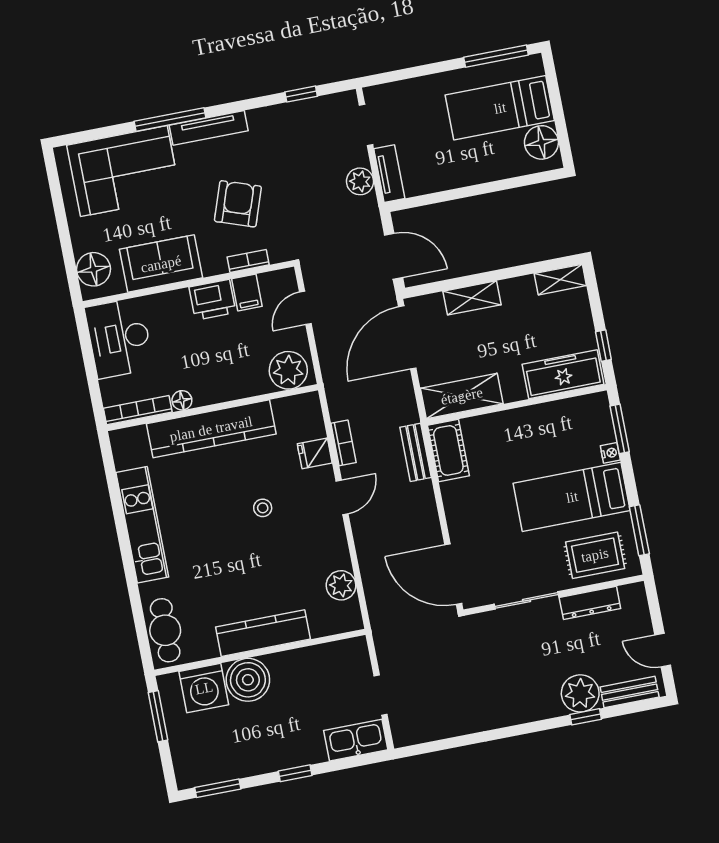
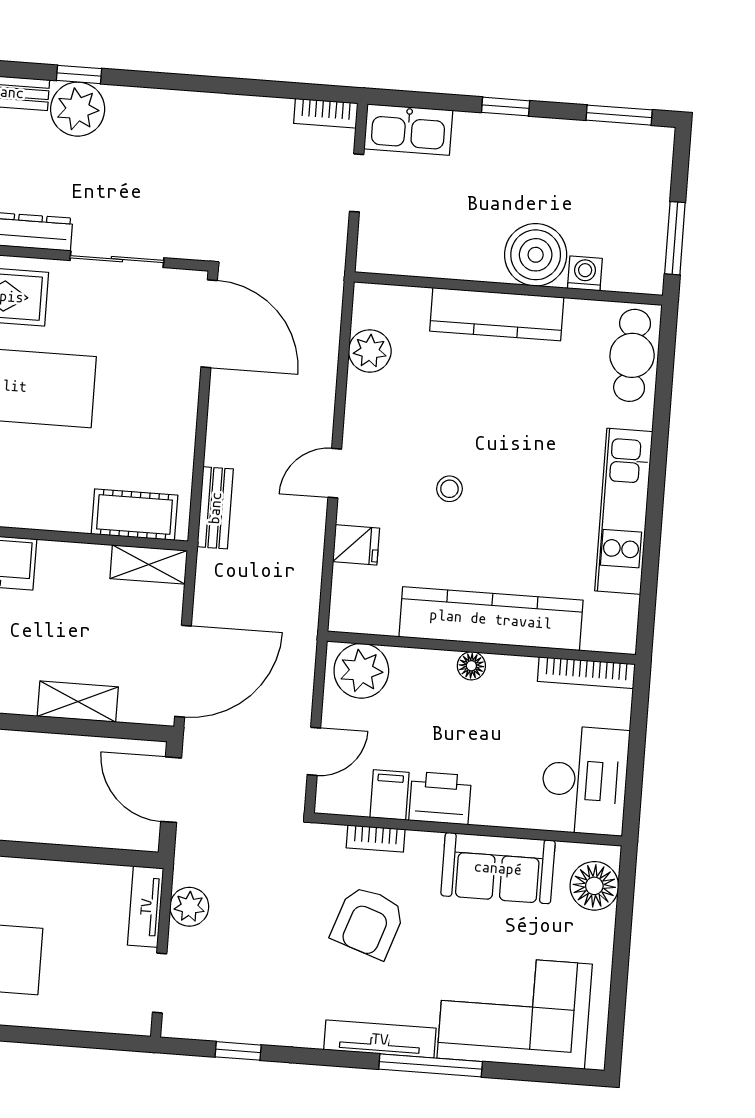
shelving: (462, 396) -> (149, 565), width x0.67, depth x0.75
floor lamp: (182, 400) -> (471, 666), moved
bookcase: (344, 443) -> (326, 113), moved, turned -90
cot: (448, 450) -> (135, 515), moved, turned 90
washing machine: (204, 688) -> (585, 273), width x0.53, depth x0.53

